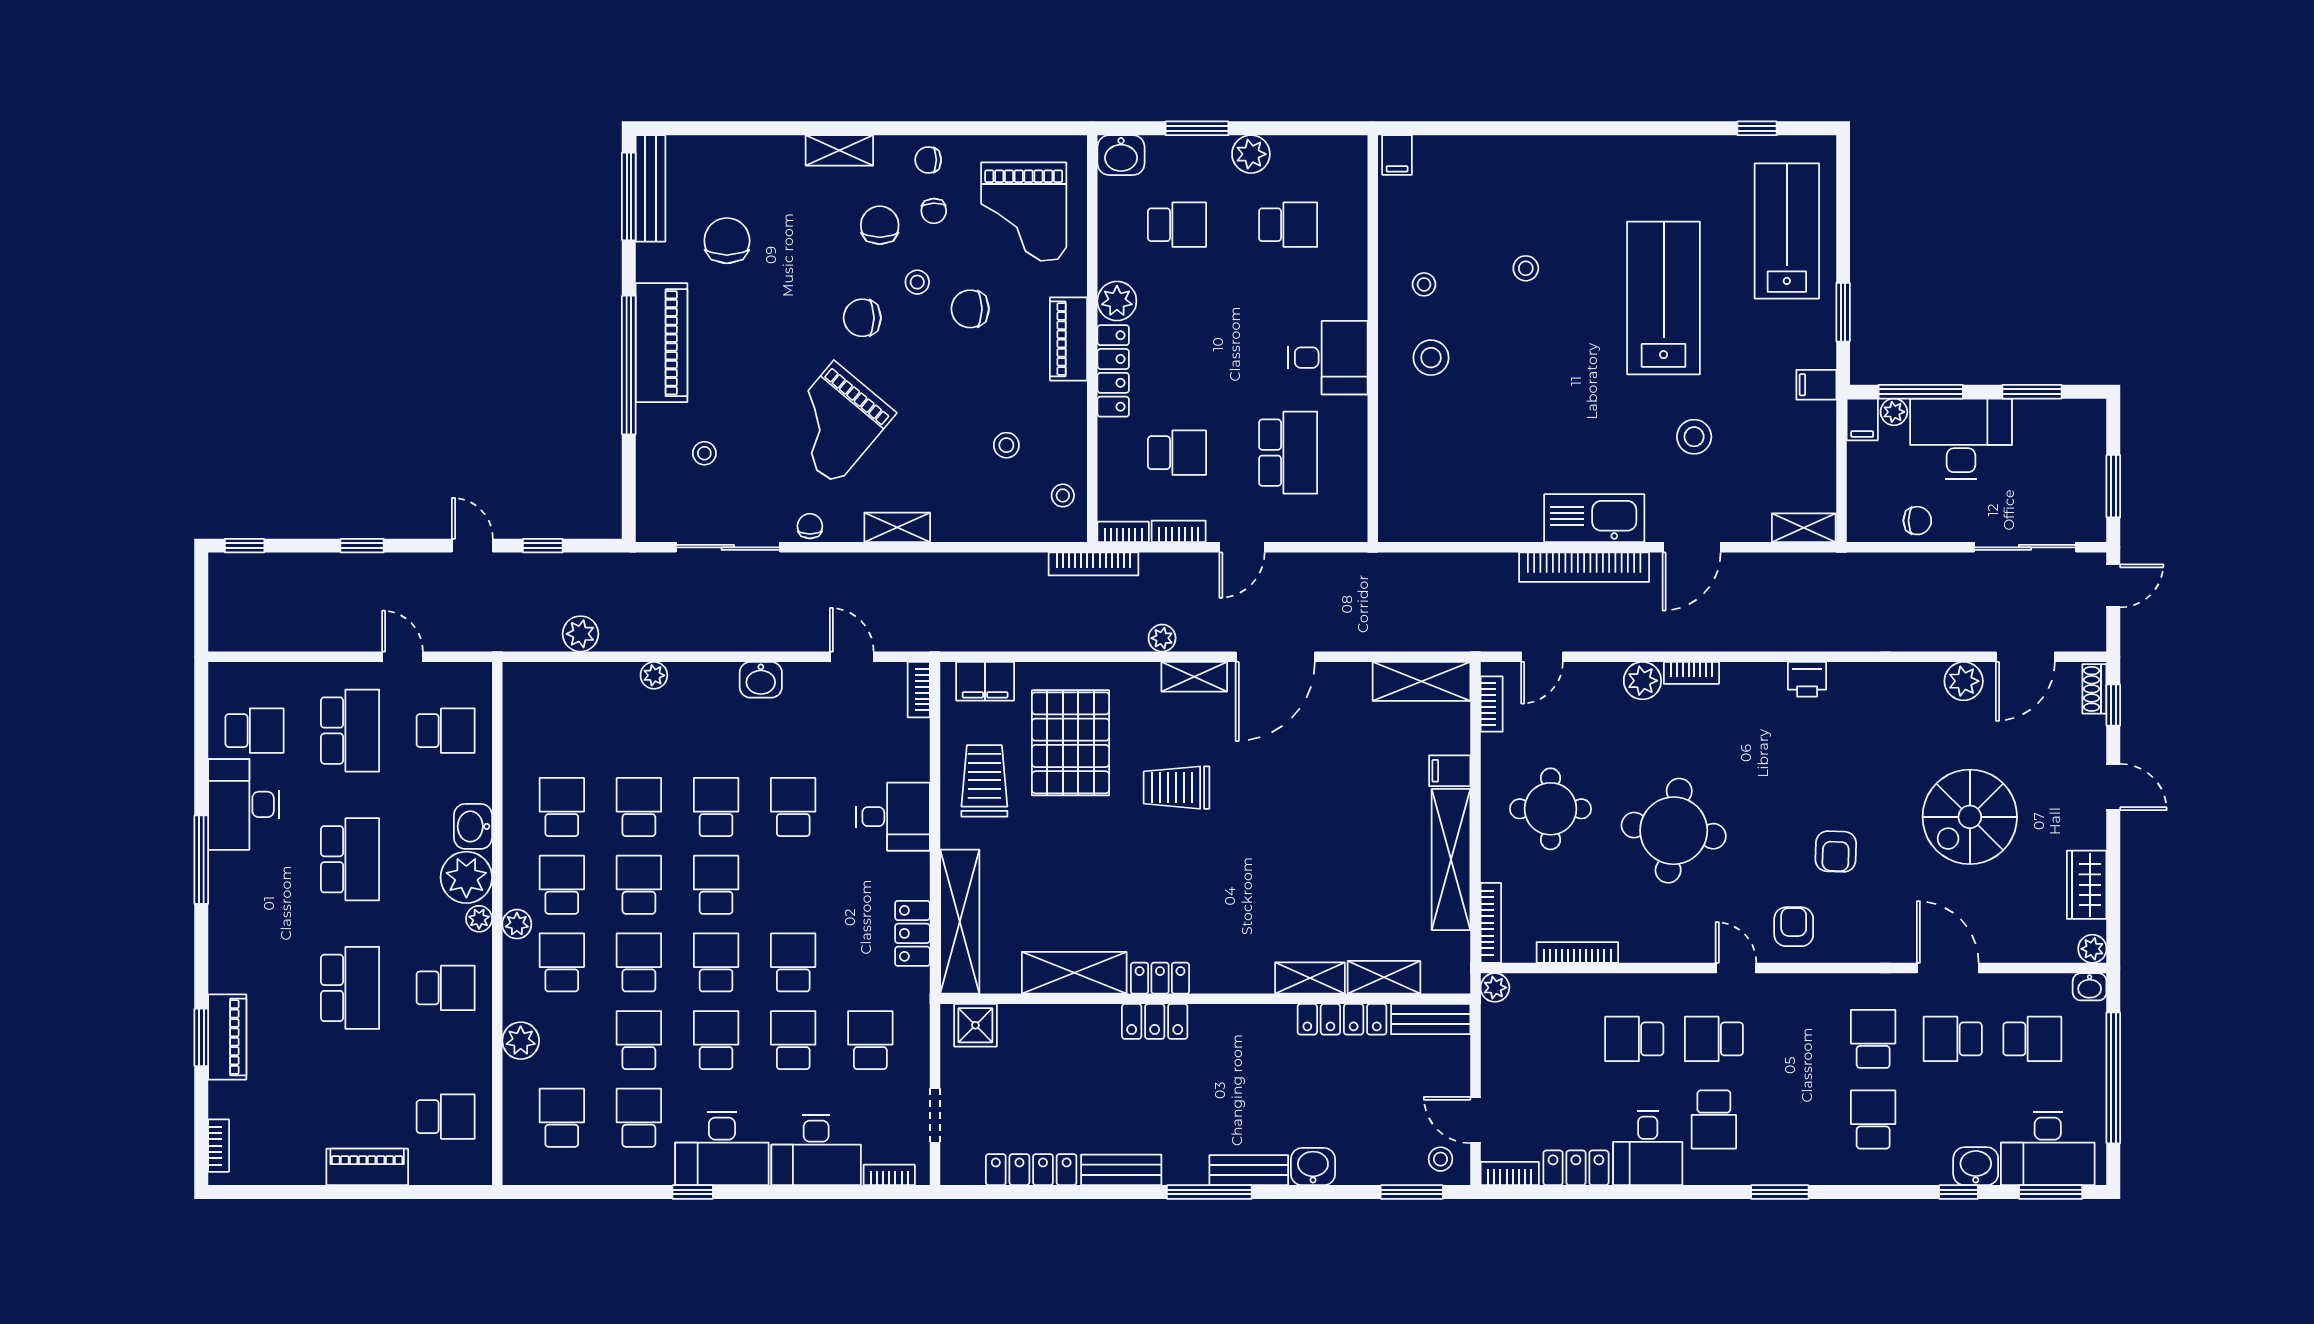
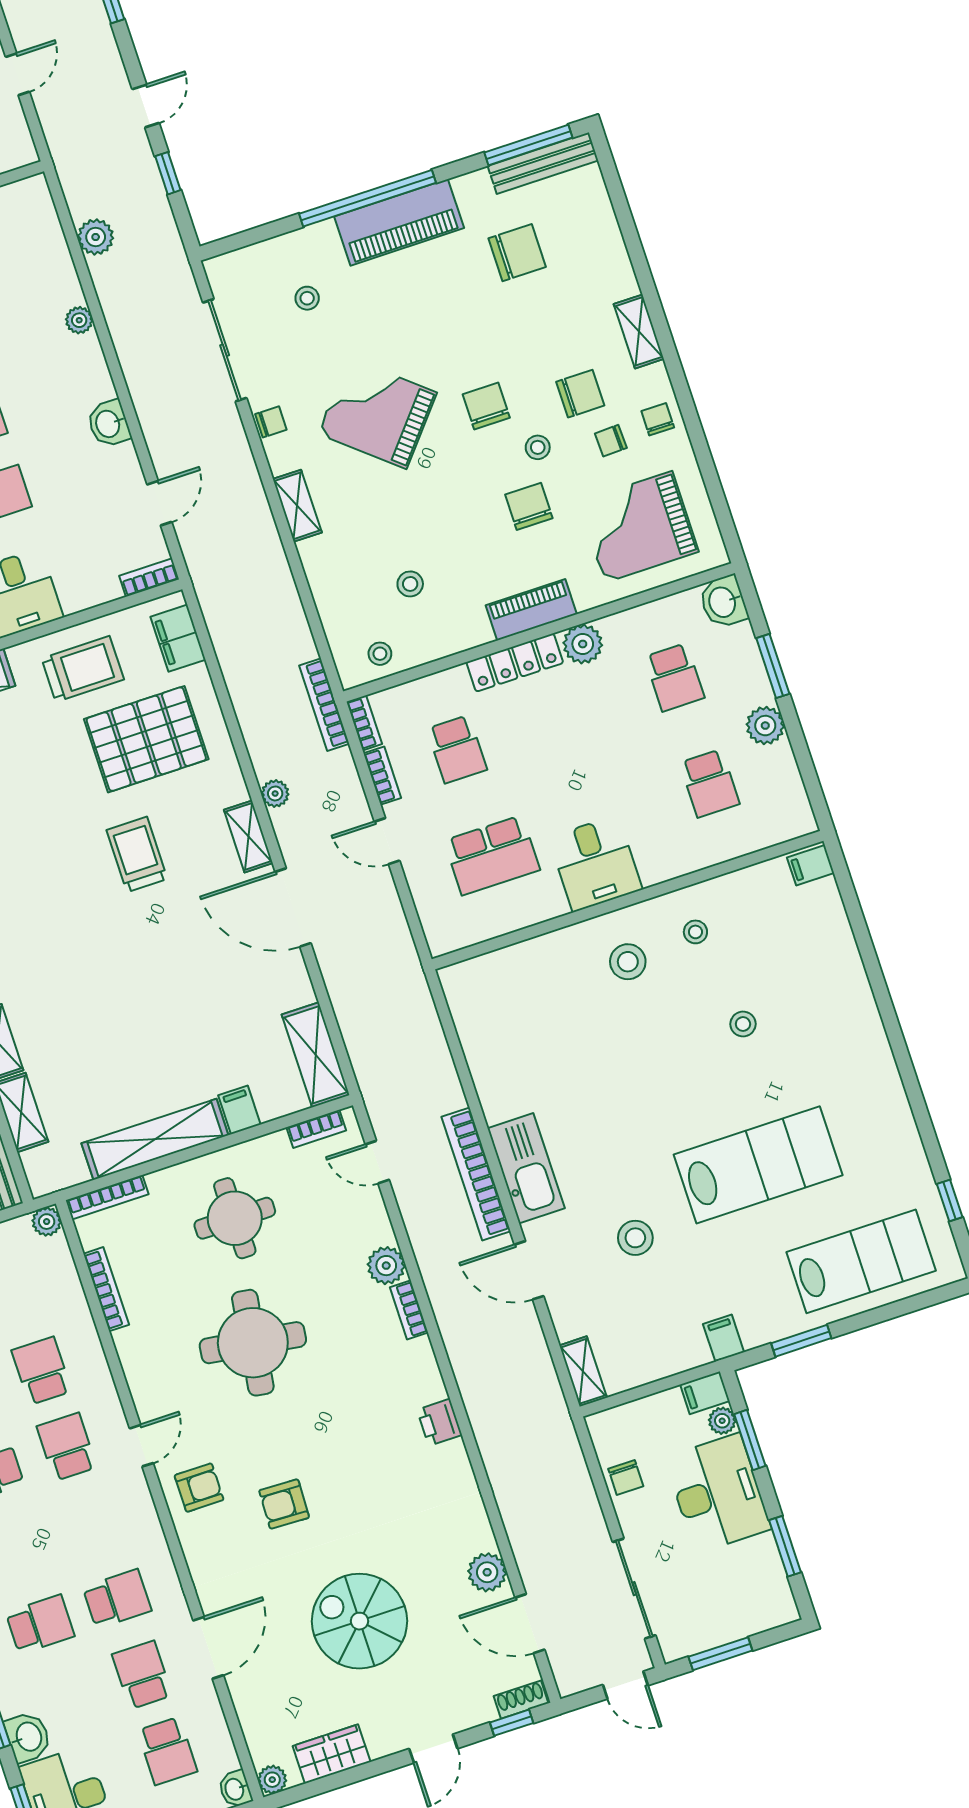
window: (1921, 392) -> (750, 1440), width x0.69

